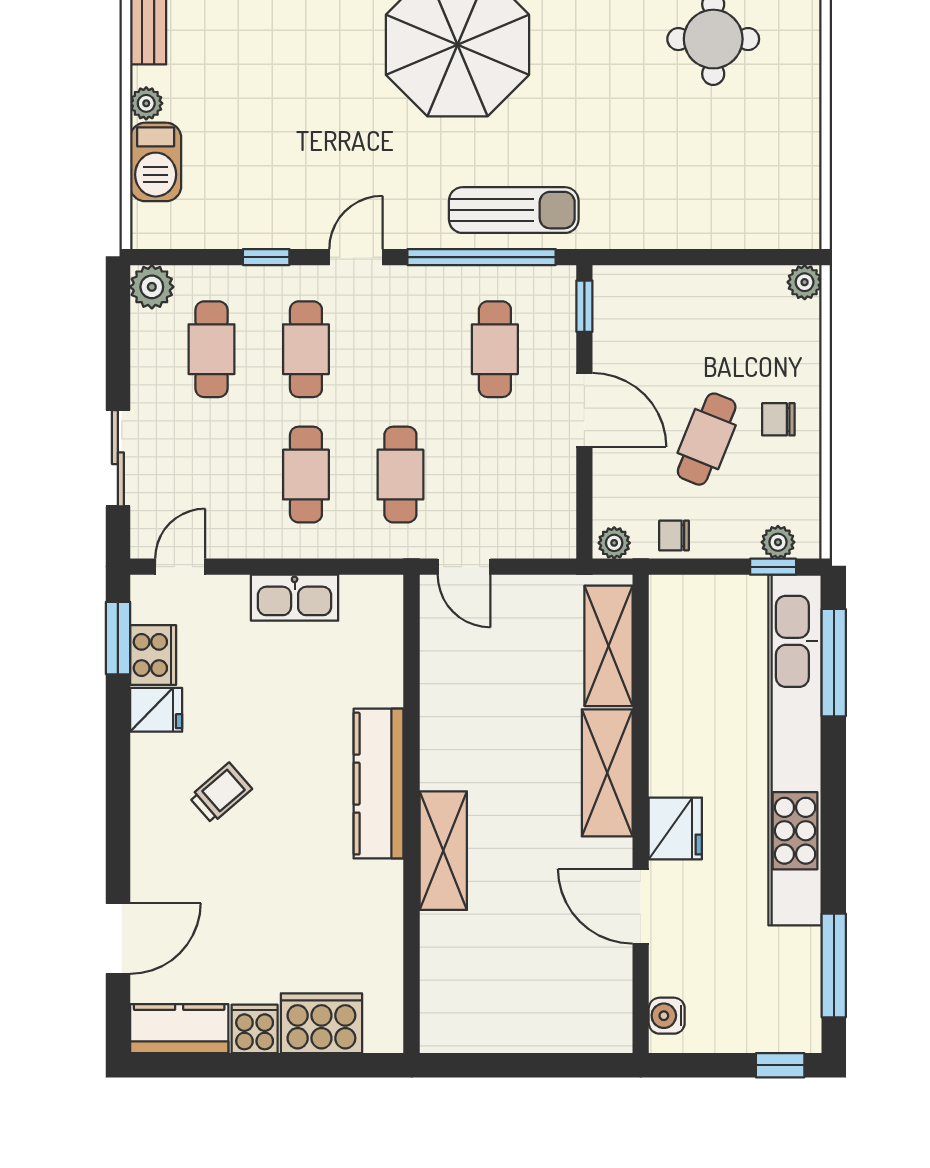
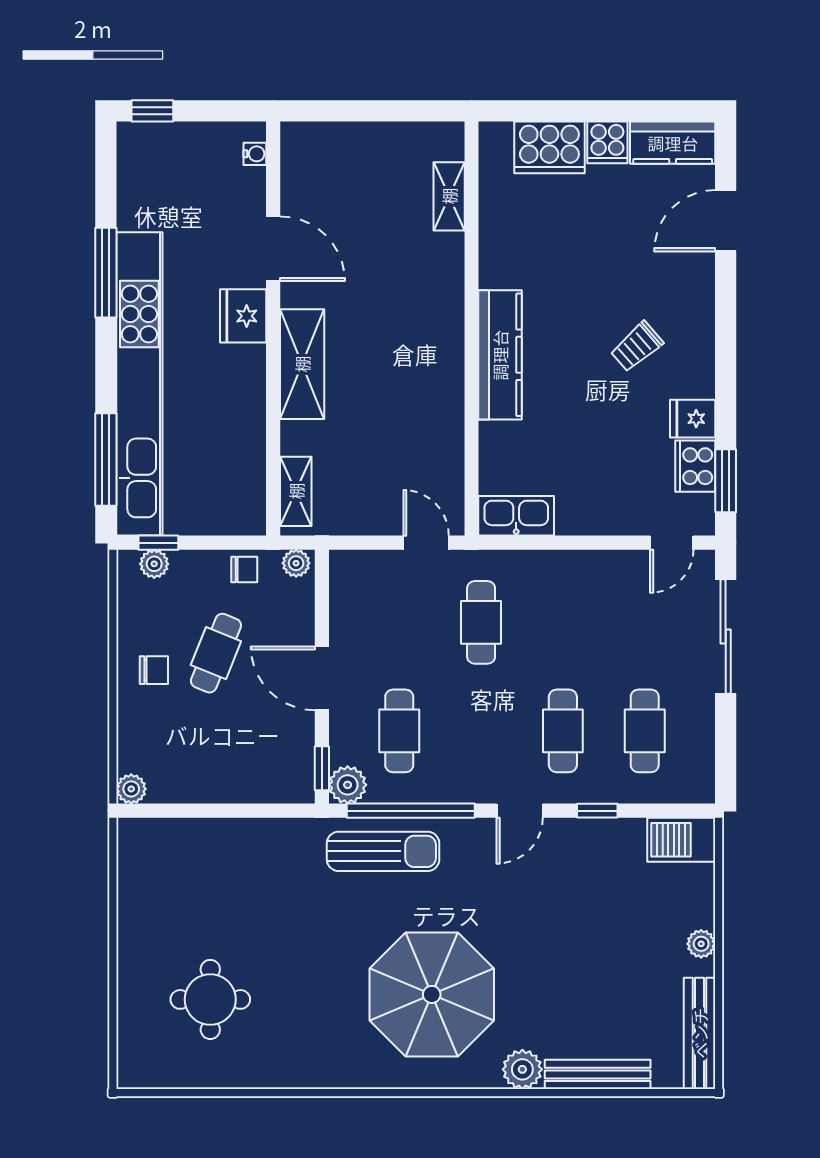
barbecue: (156, 162) -> (681, 840), moved, turned -90
sun lounger: (514, 210) -> (383, 851), turned 180
plant: (152, 287) -> (348, 785), moved
sliding door: (118, 458) -> (726, 636), width x1.37
cafe table: (306, 475) -> (563, 622), removed
kitchen sink: (295, 598) -> (516, 516), moved
shelving: (609, 646) -> (296, 491), width x0.67, depth x0.75
shelving: (443, 851) -> (449, 196), moved, width x0.67, depth x0.75
window: (834, 965) -> (106, 273), moved
water cooler: (667, 1016) -> (255, 154), width x0.72, depth x0.72

